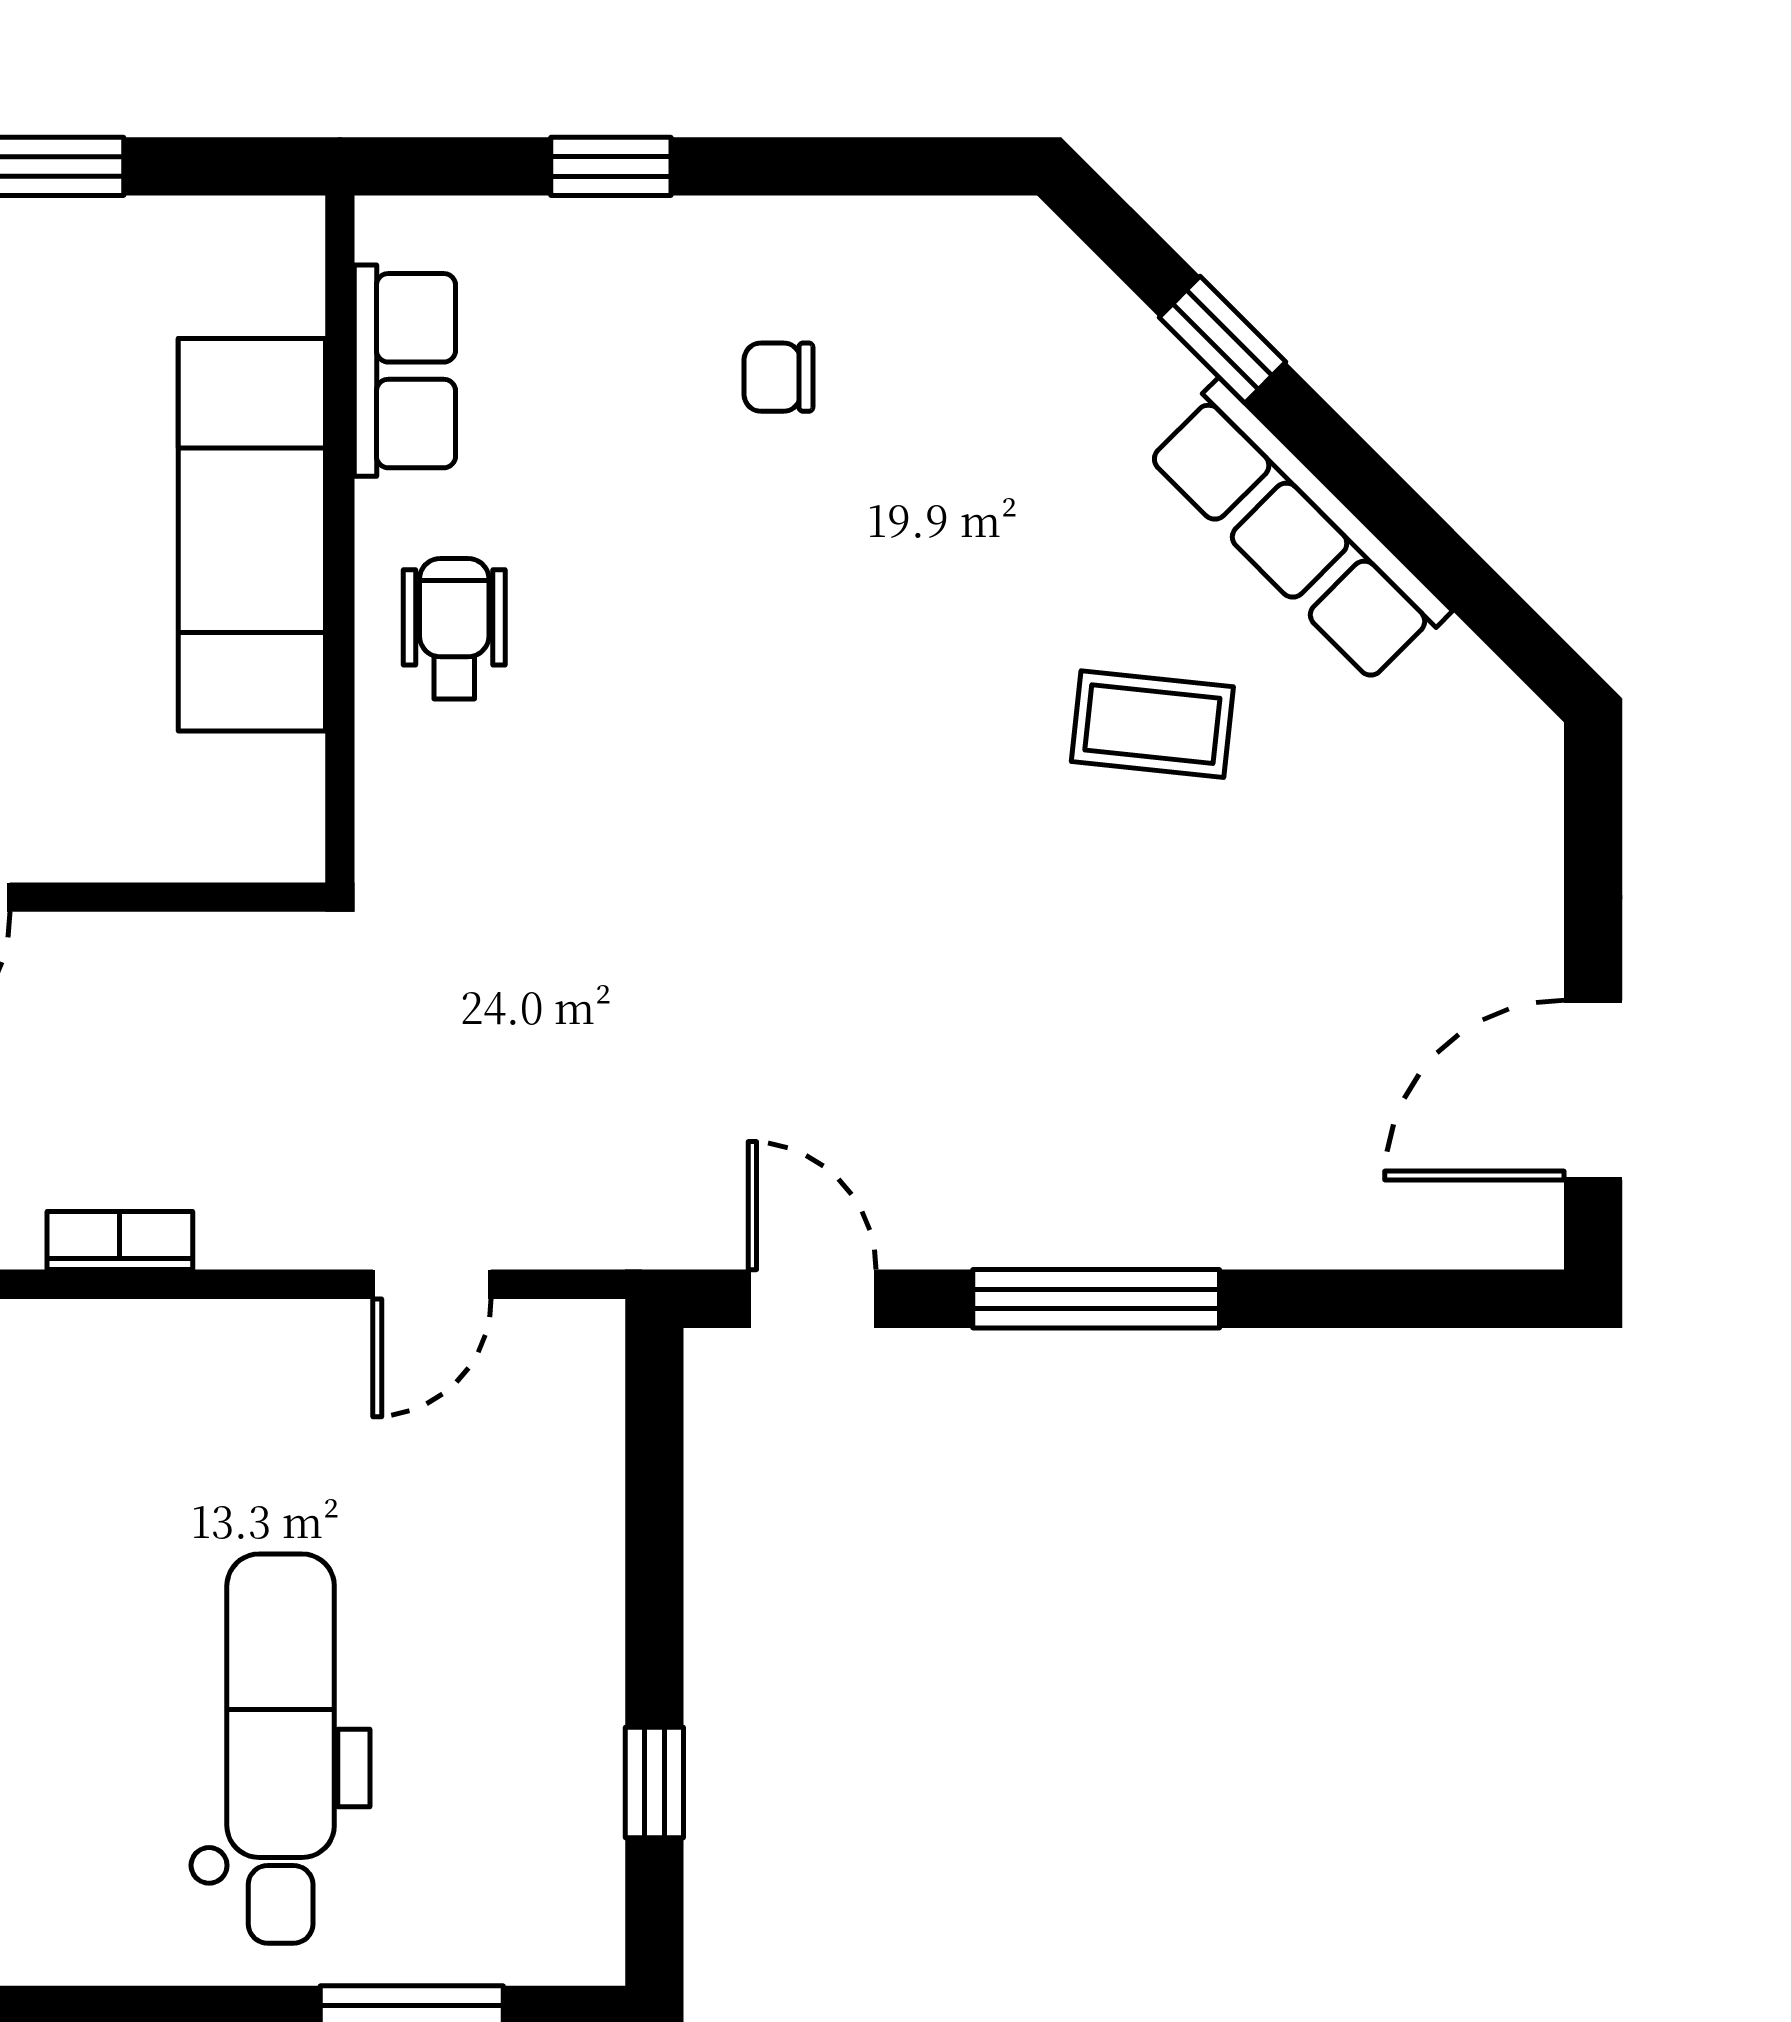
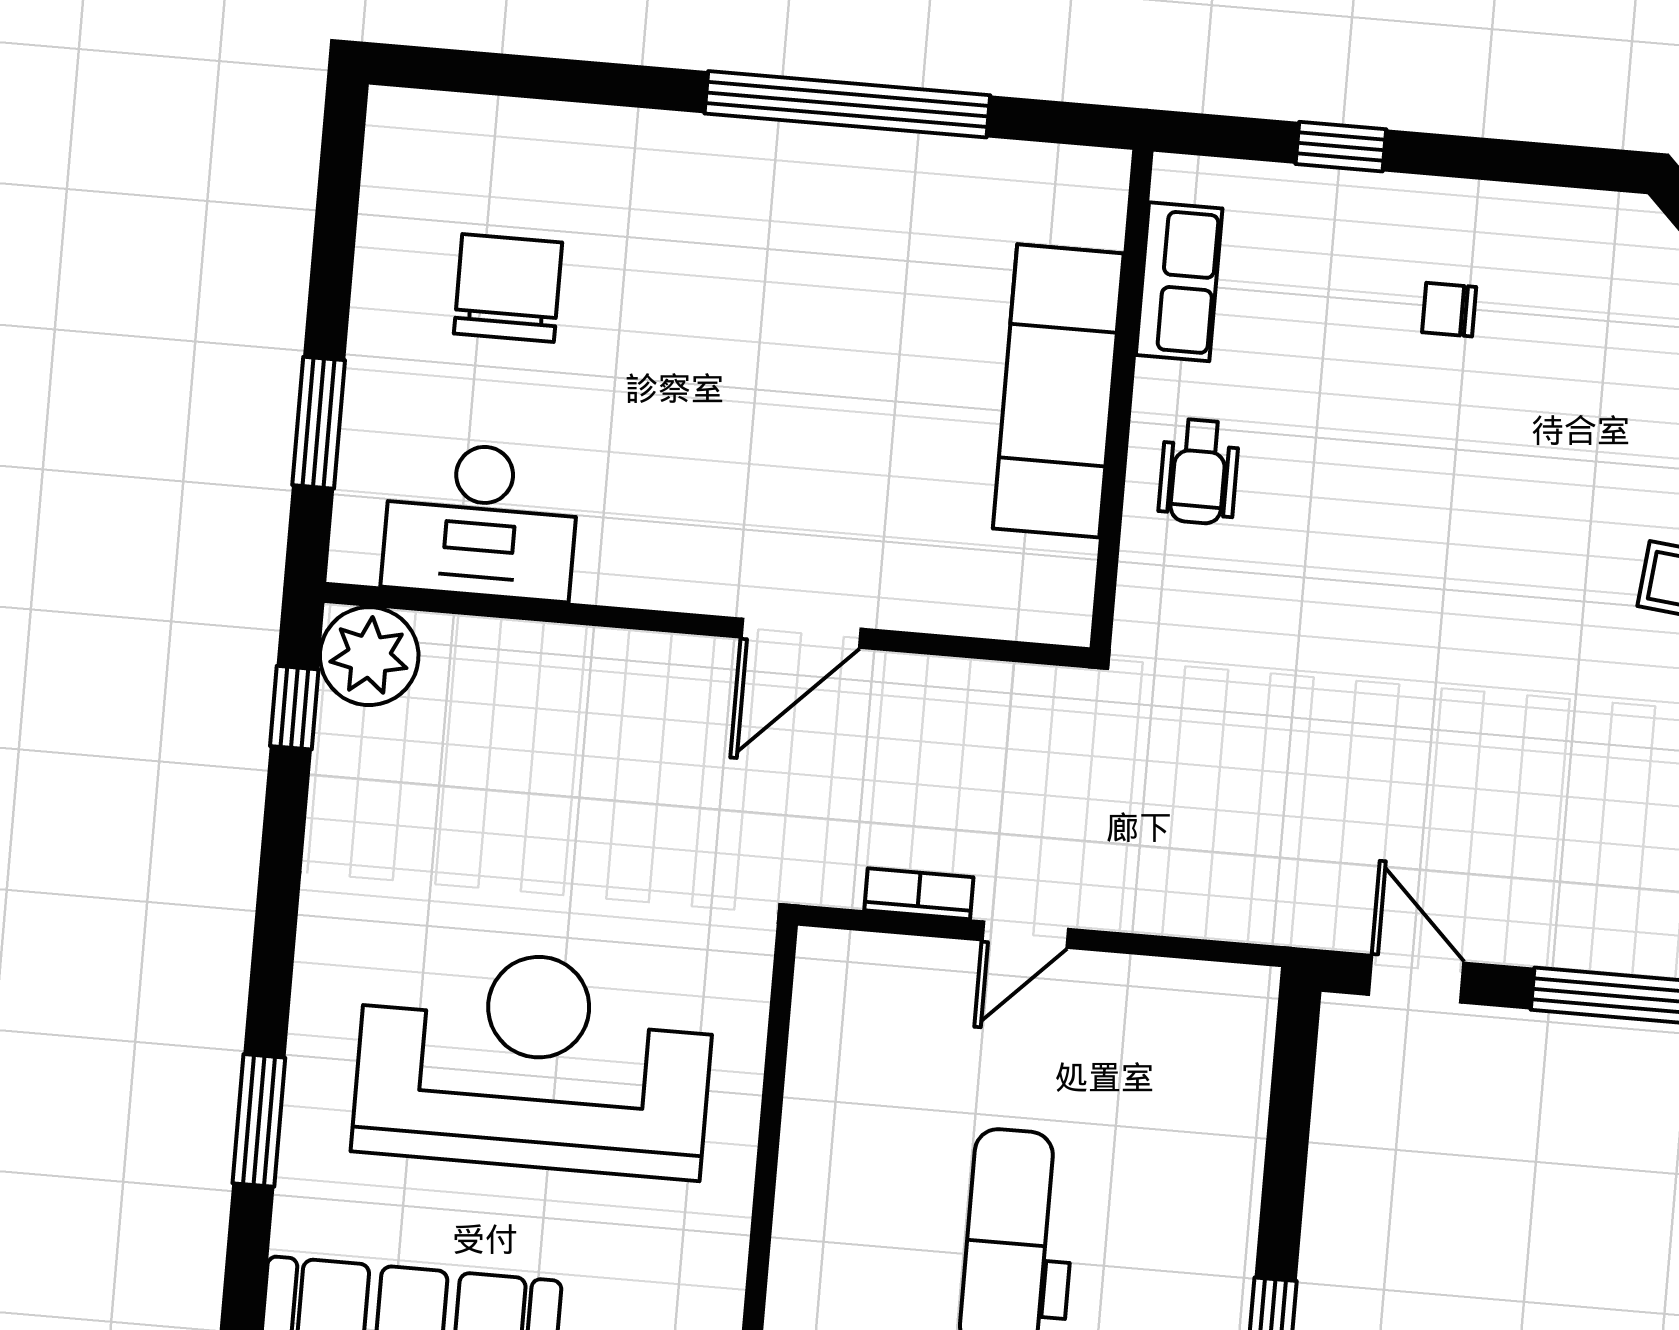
wheelchair: (454, 629) -> (1199, 472), turned 180
door: (432, 1284) -> (1025, 935), moved

